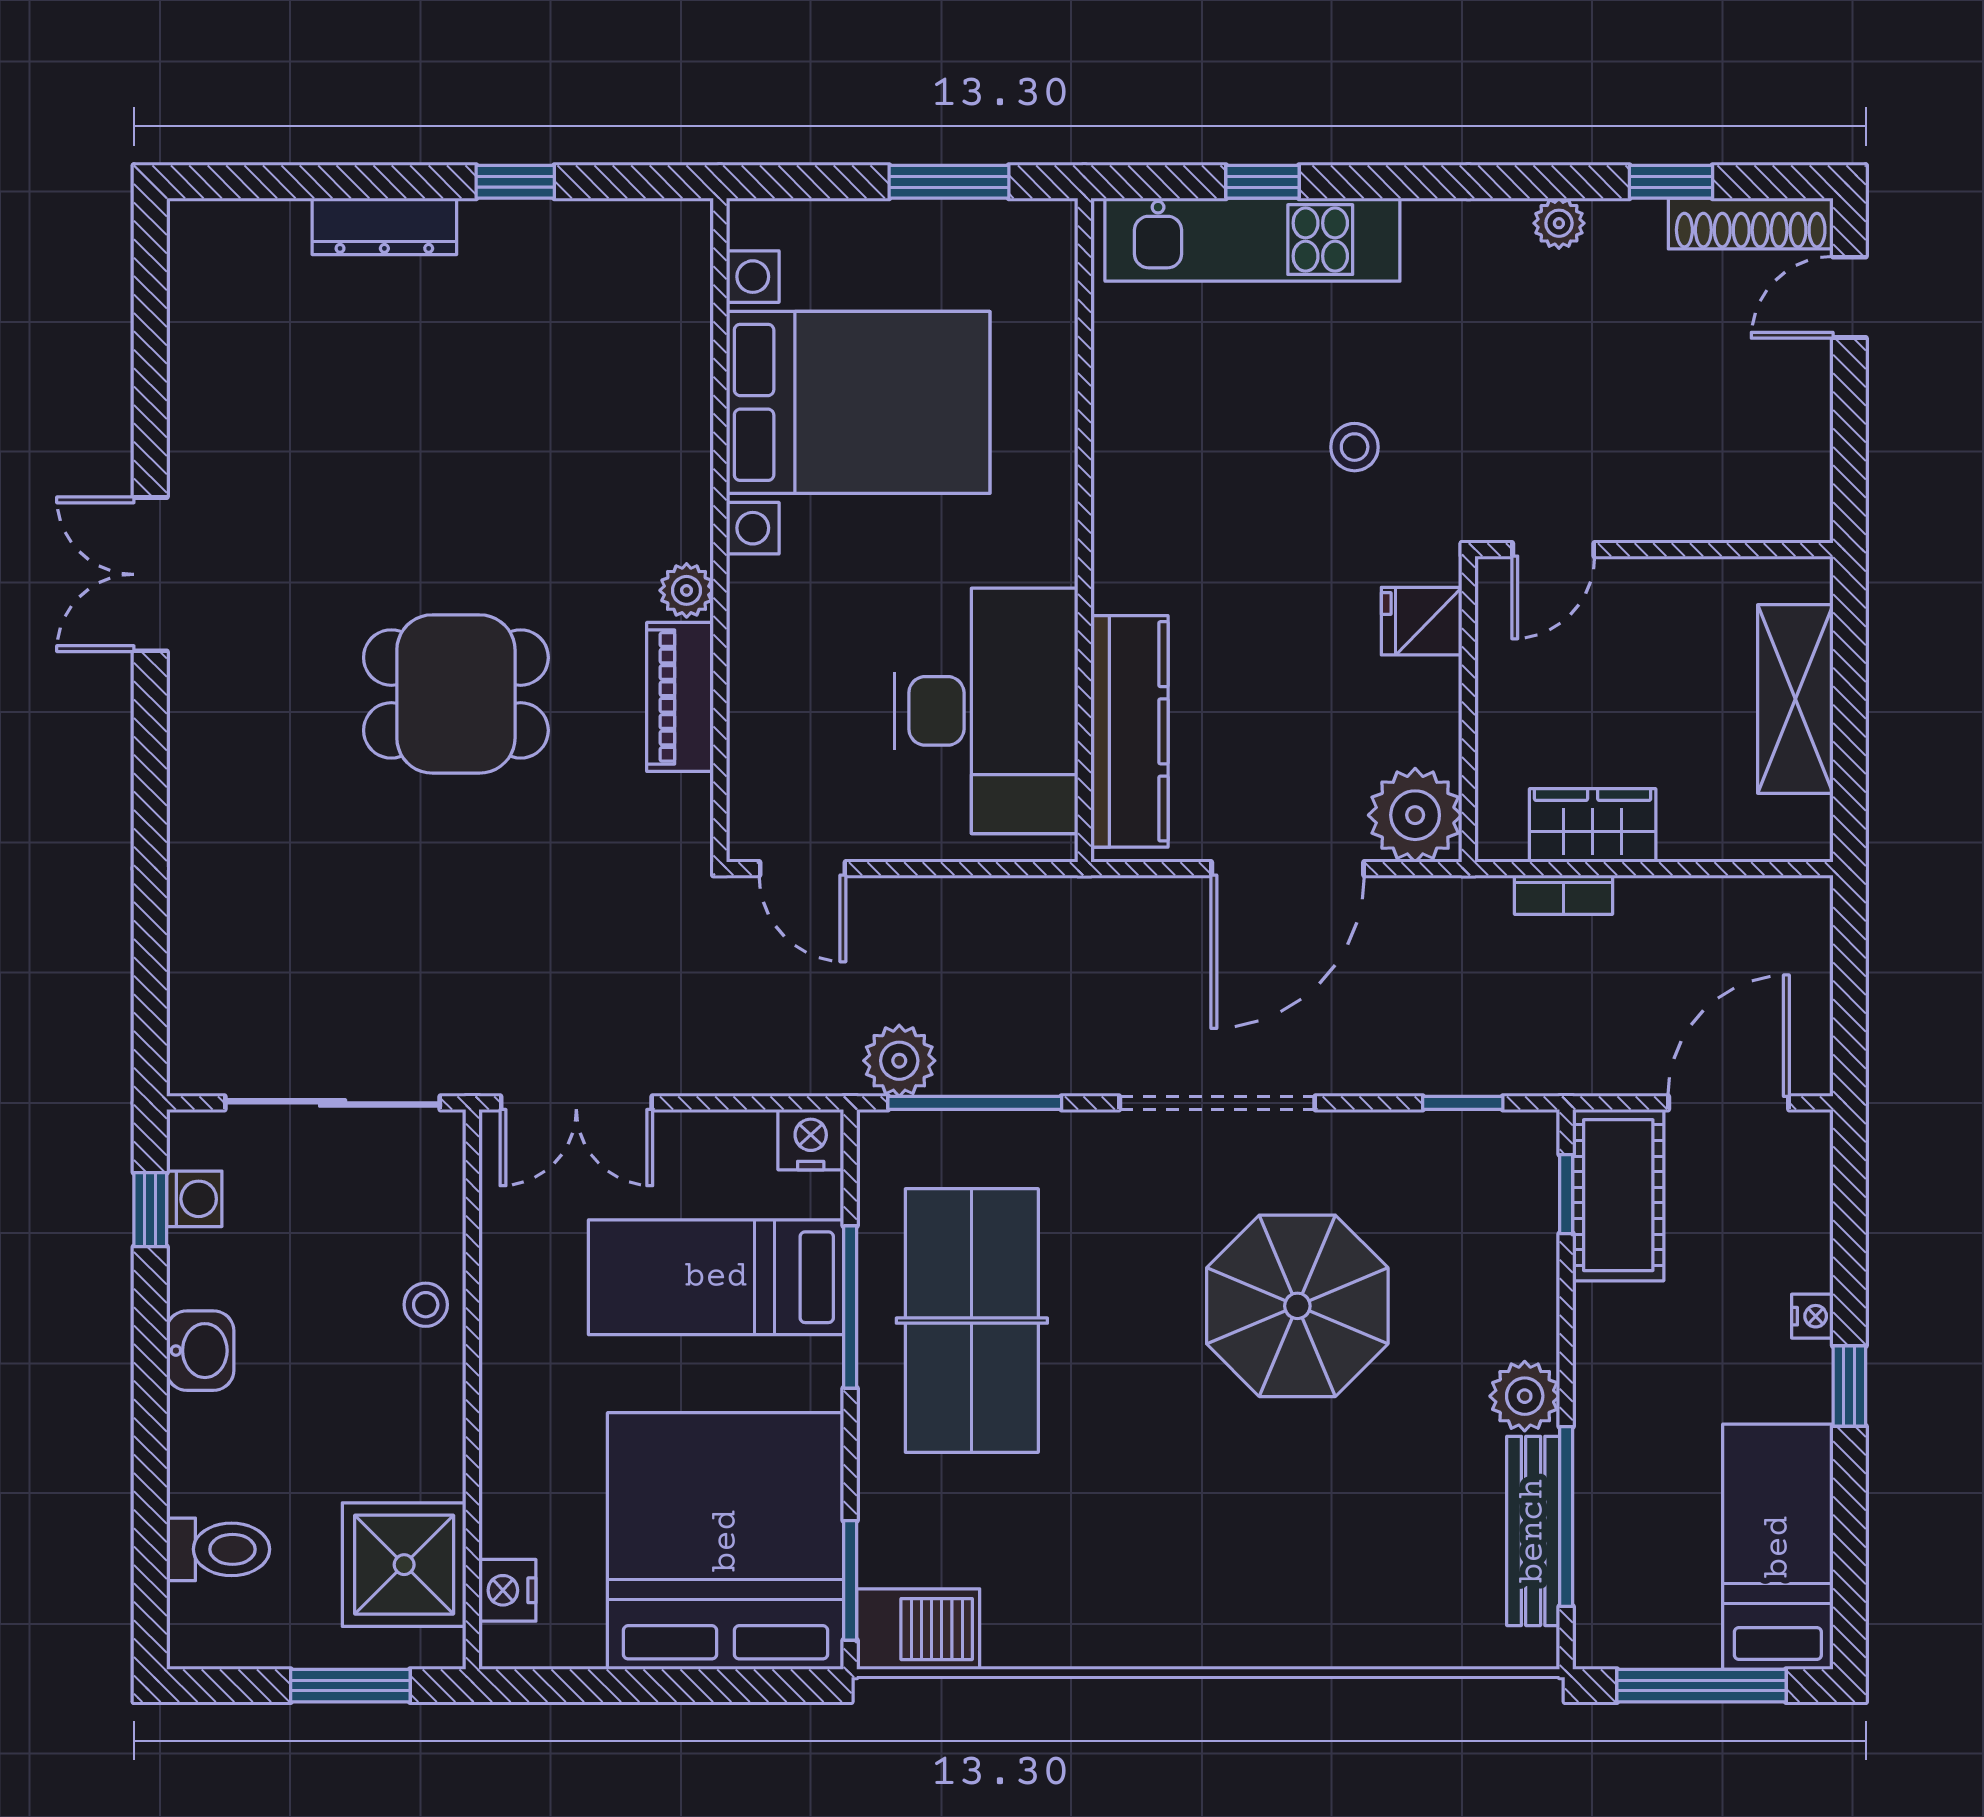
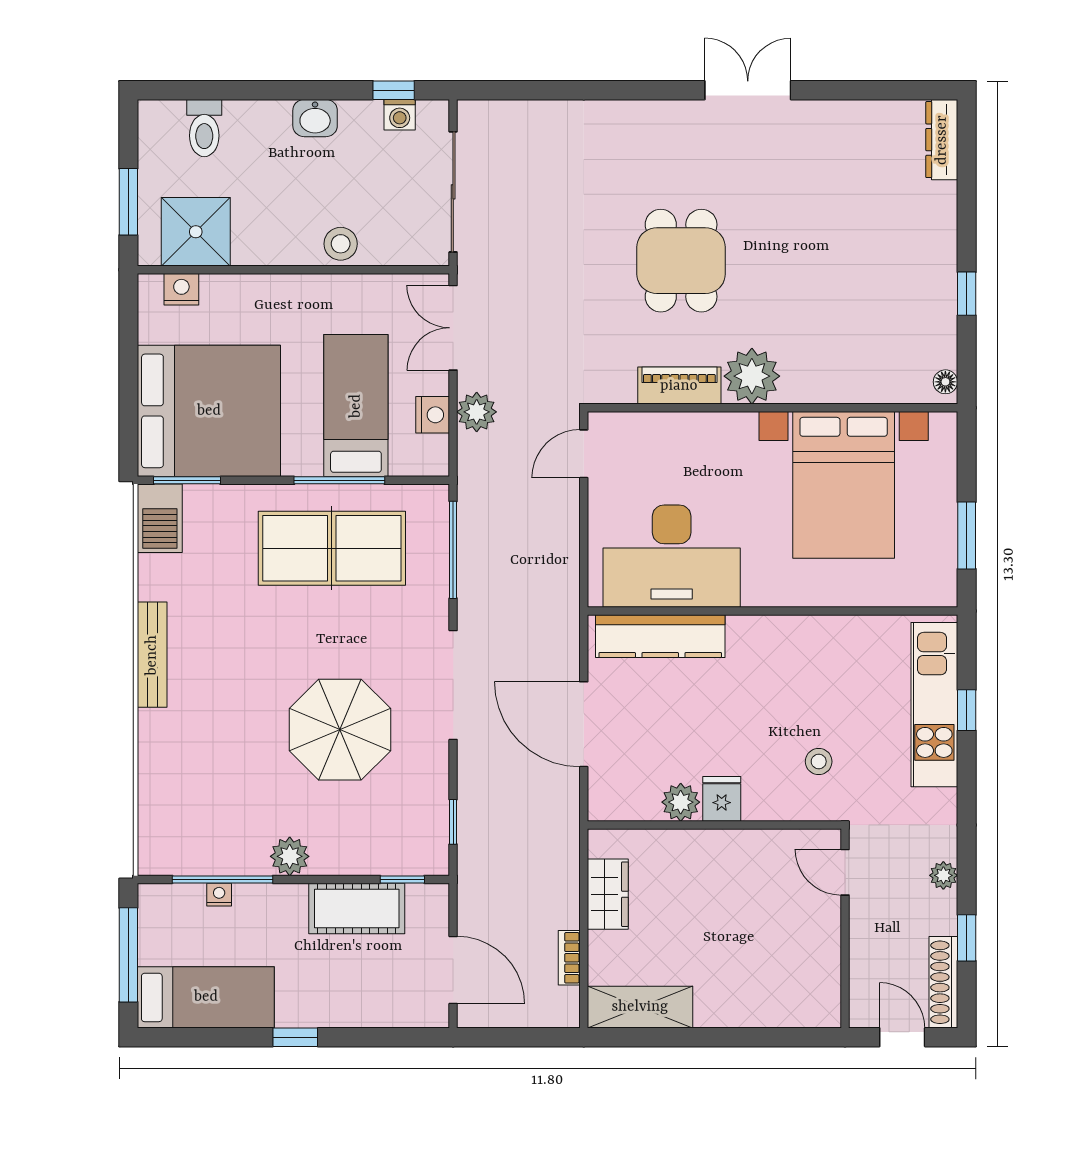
floor lamp: (673, 220) -> (945, 382), added
dresser: (384, 226) -> (942, 140), moved
door: (1553, 550) -> (845, 872), moved
wall: (1654, 550) -> (845, 928), moved
plant: (687, 590) -> (752, 376), width x1.88, depth x1.88
shelving: (1795, 699) -> (640, 1007), moved
plant: (1415, 815) -> (681, 802), moved, width x0.73, depth x0.73
bookcase: (1563, 895) -> (569, 958), moved
plant: (899, 1061) -> (477, 412), moved
nightstand: (811, 1140) -> (433, 415), moved
cot: (1618, 1195) -> (357, 908), moved
stool: (426, 1305) -> (341, 244), width x1.37, depth x1.37
nightstand: (1812, 1316) -> (219, 895), moved, turned 180
bench: (1533, 1531) -> (152, 655), moved, turned 90

